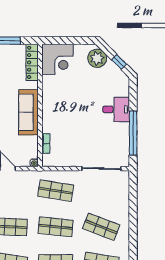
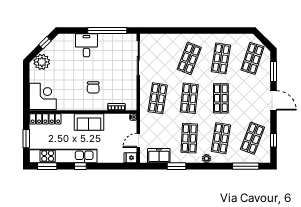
sofa: (28, 112) -> (89, 122), width x0.73
chair: (68, 117) -> (93, 87), added

